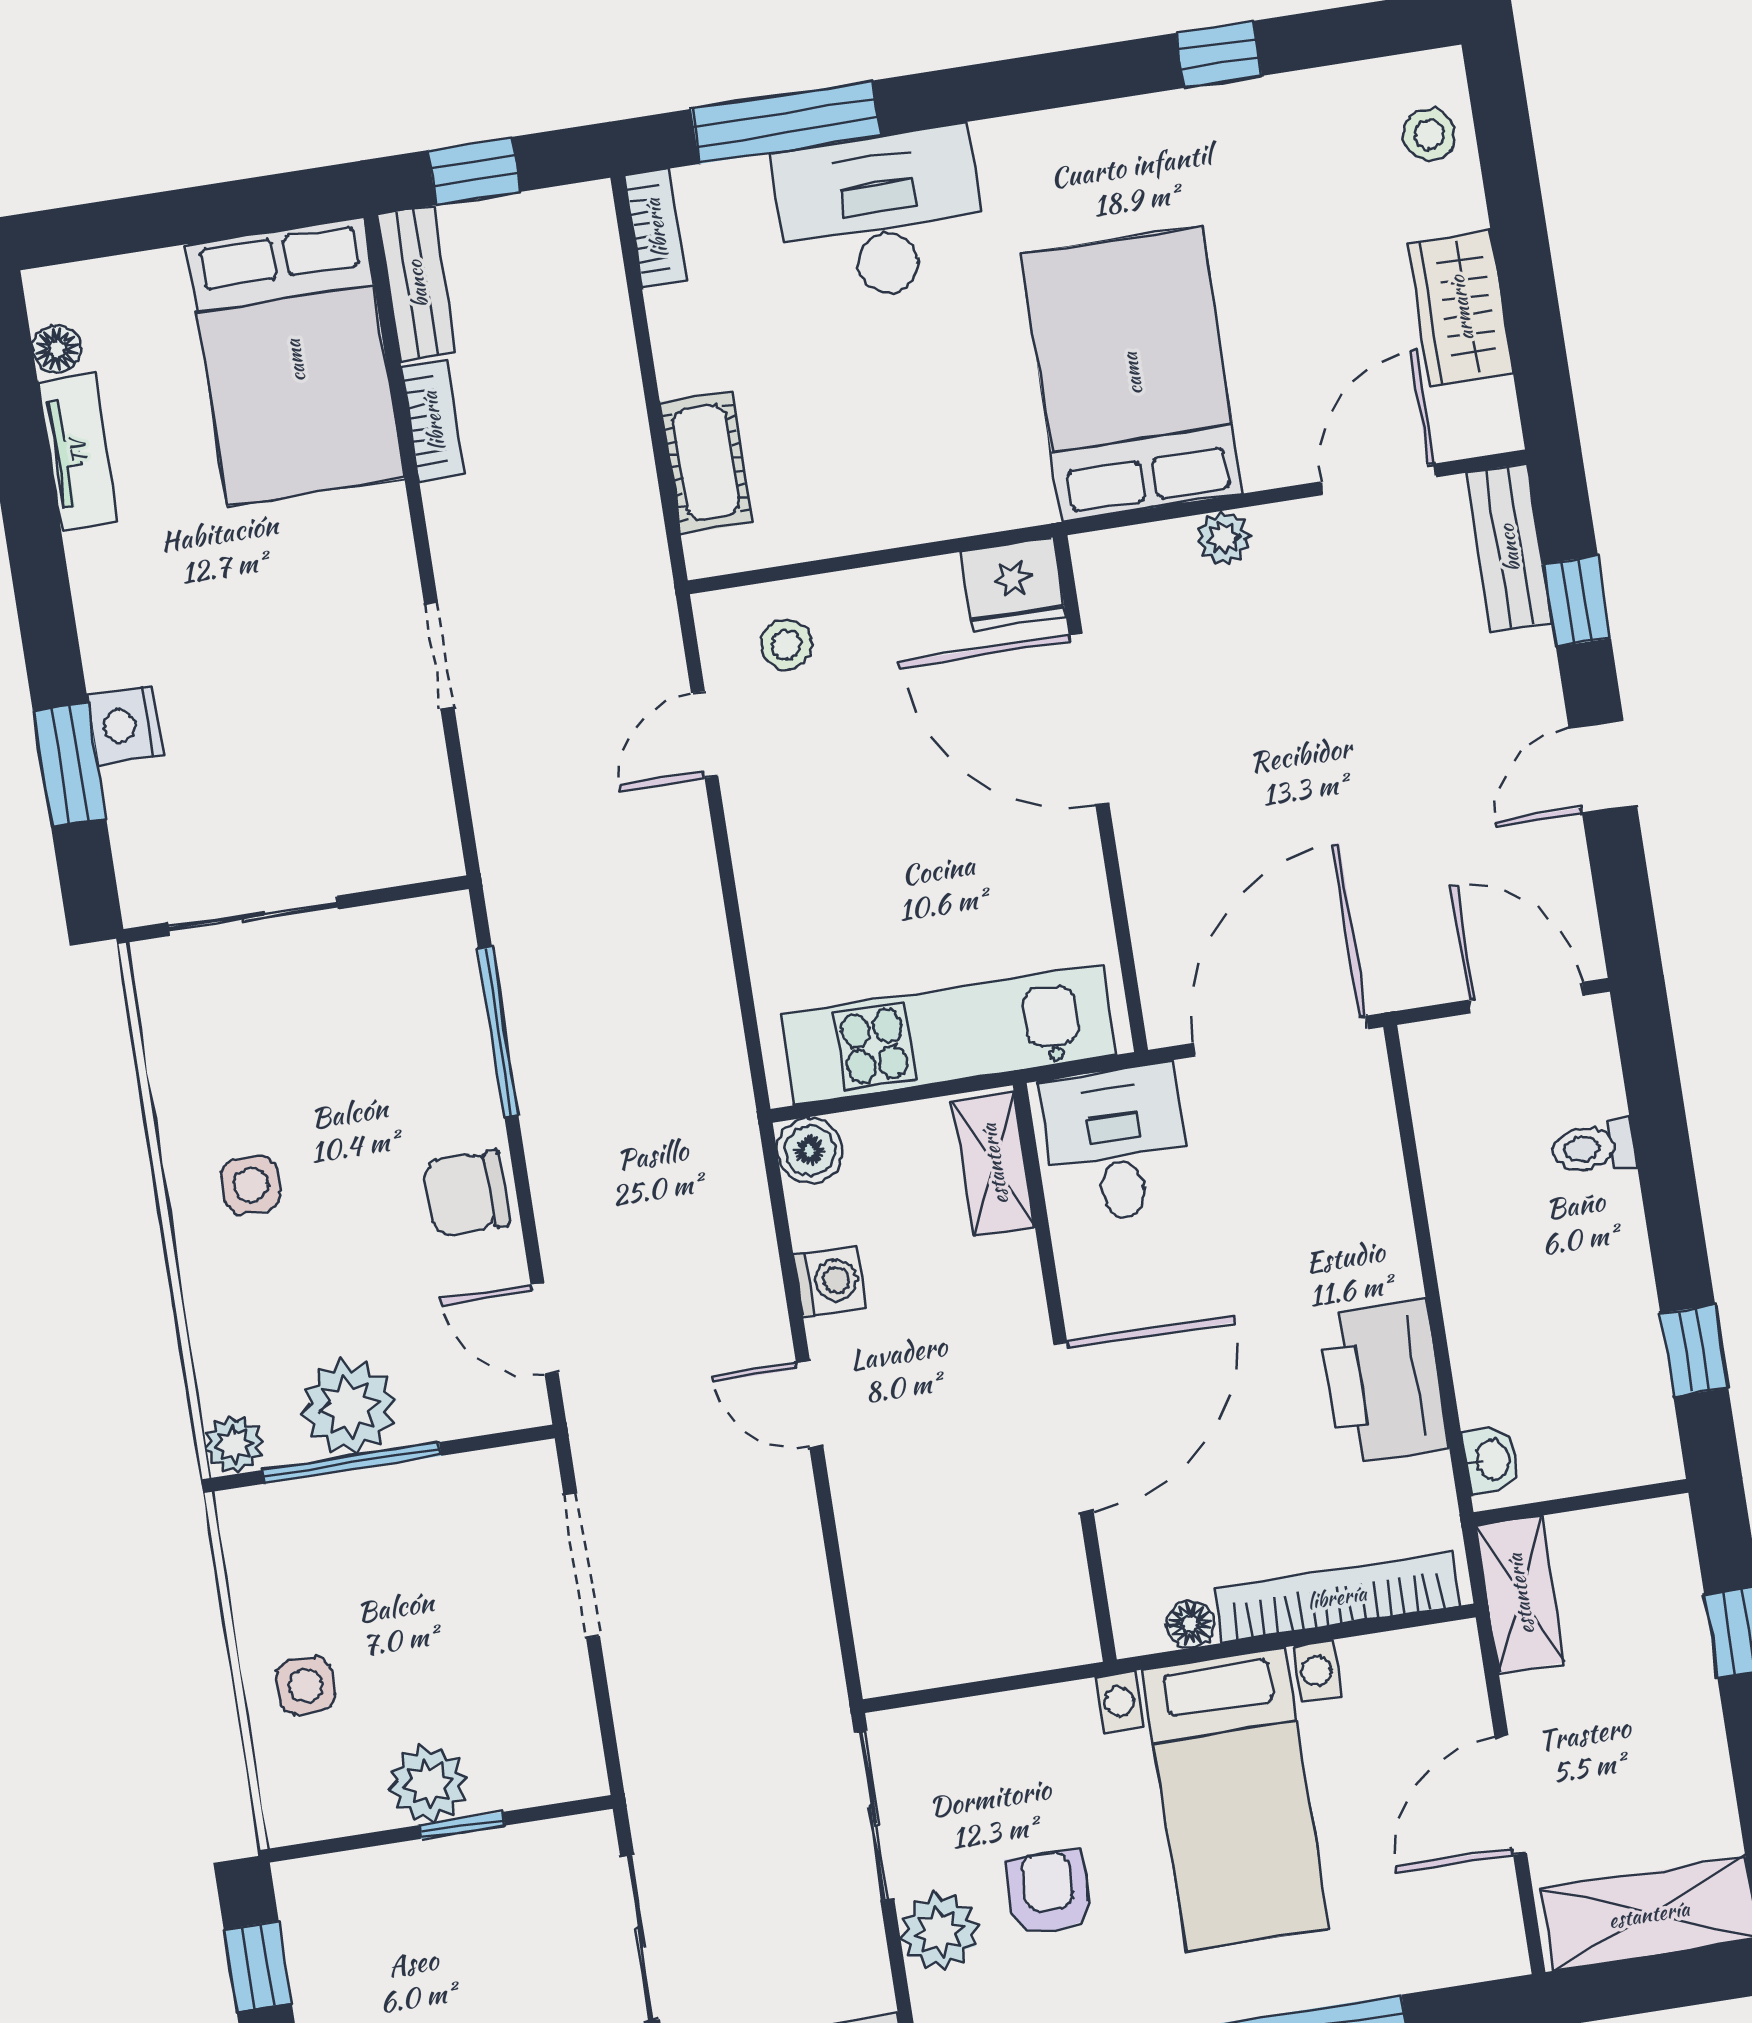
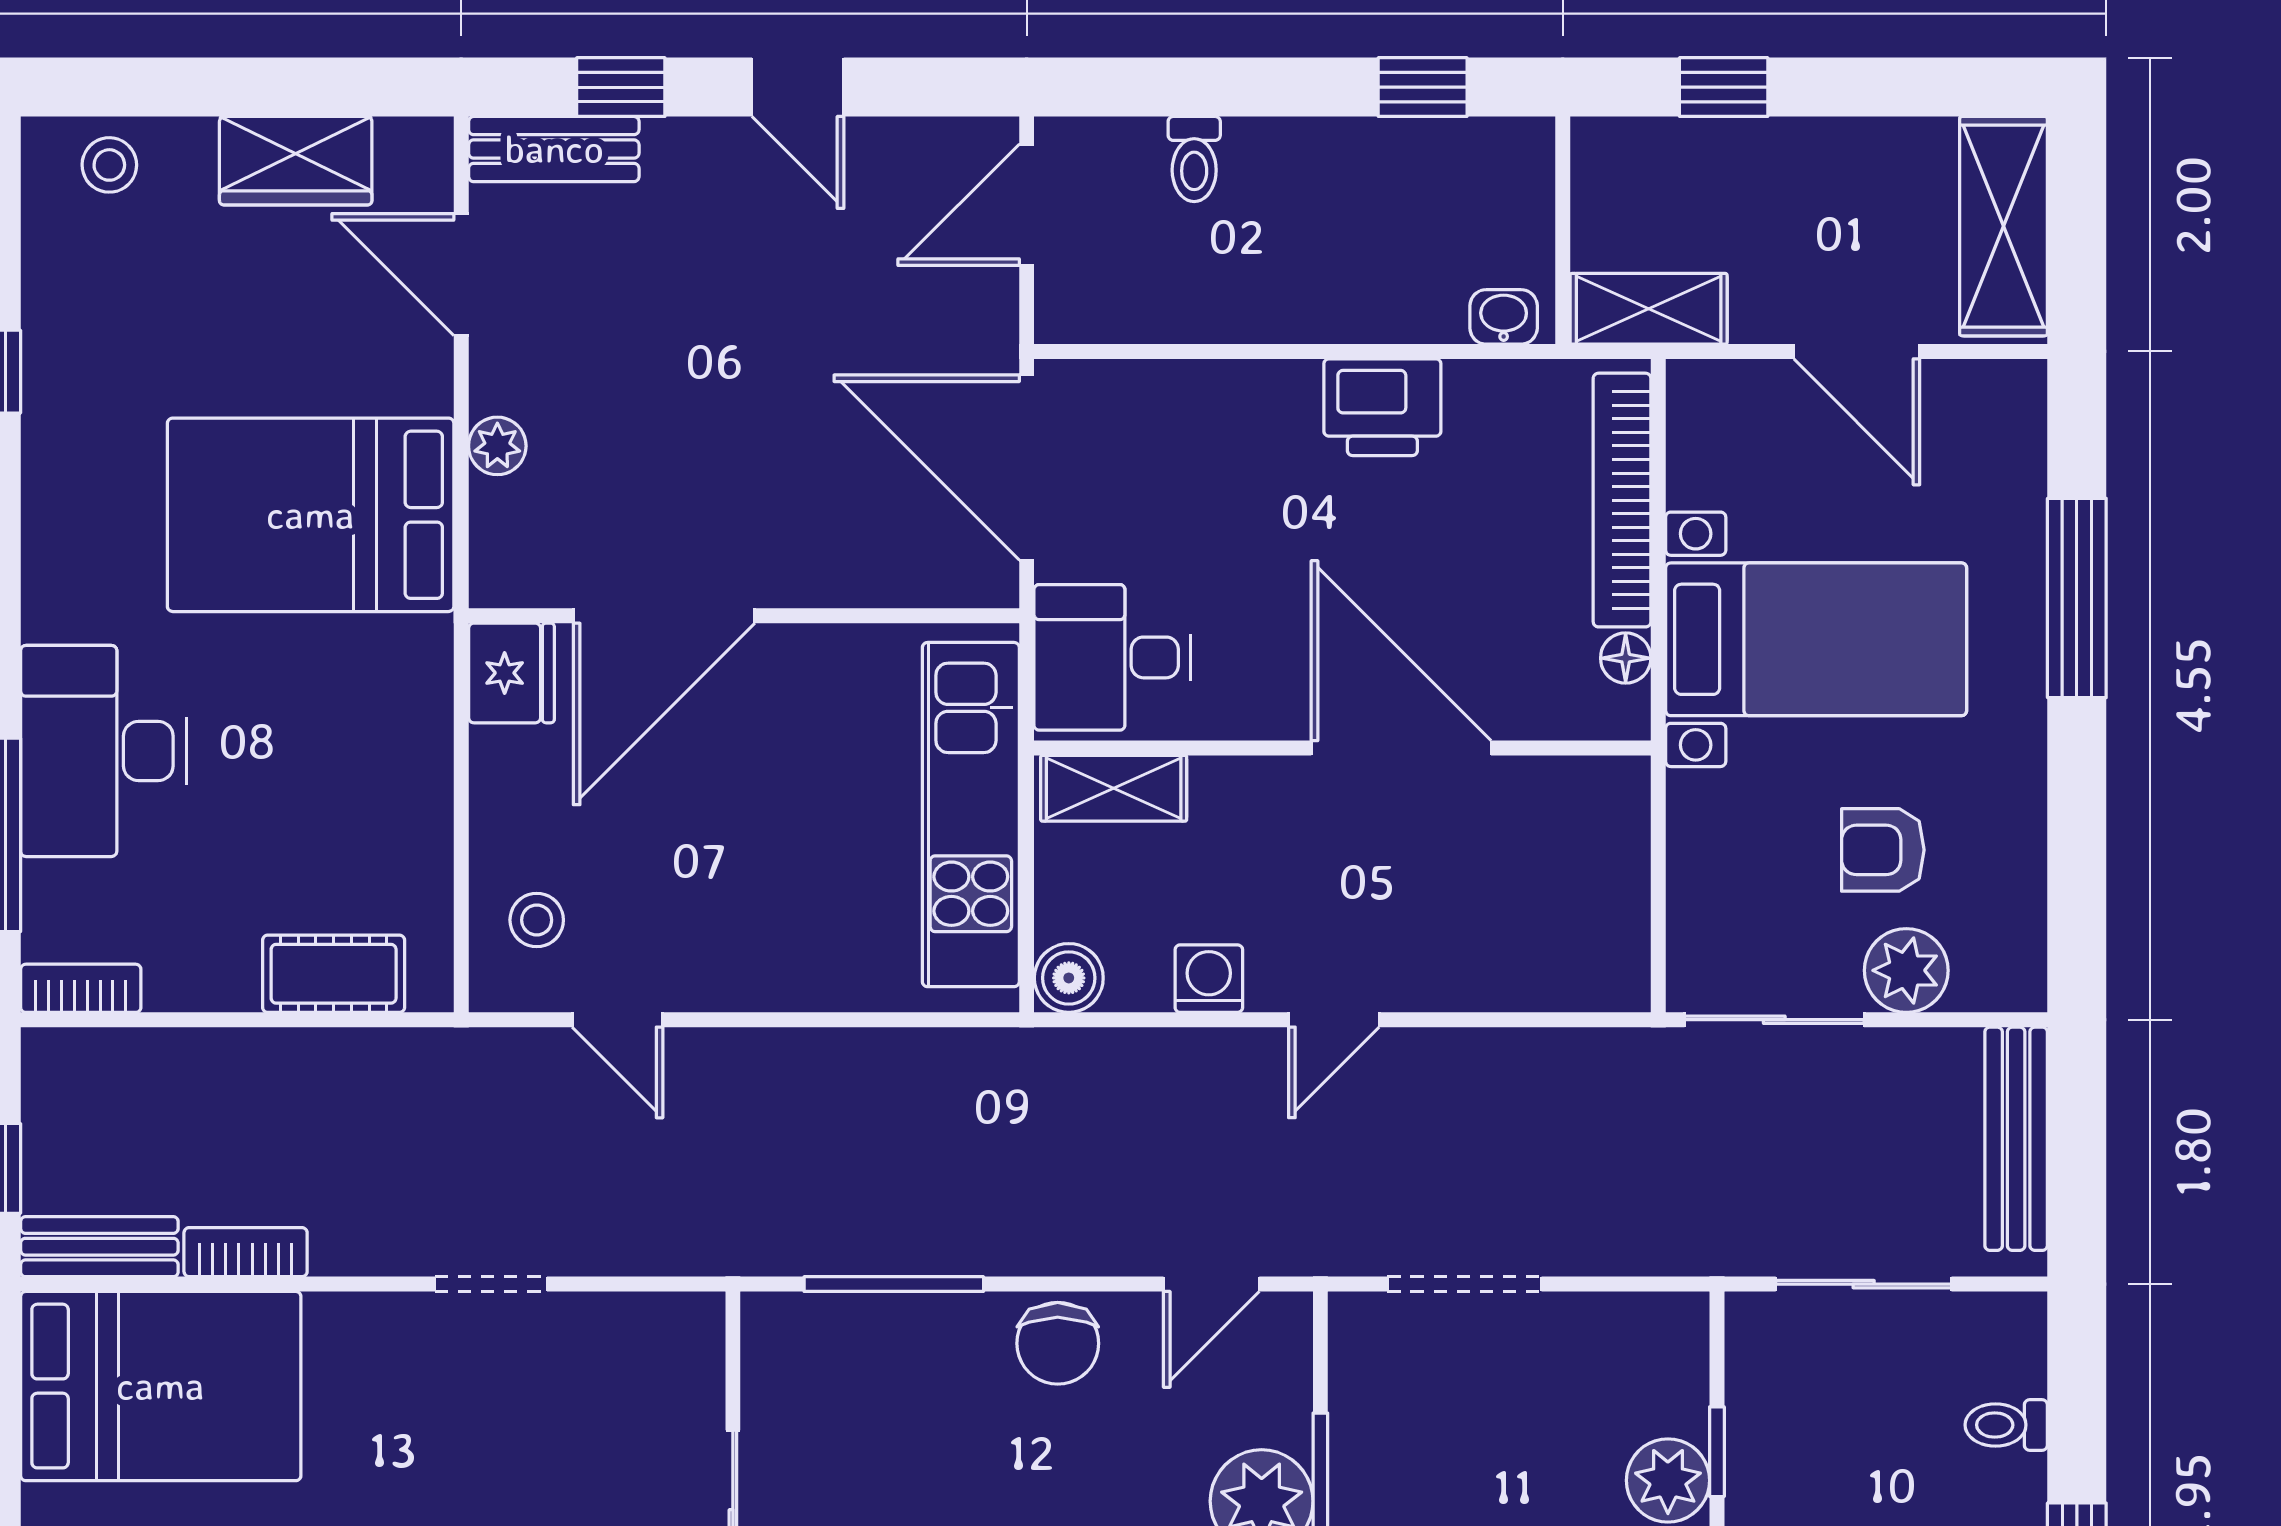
printer: (1384, 1382) -> (1382, 407), width x0.73, depth x0.84

